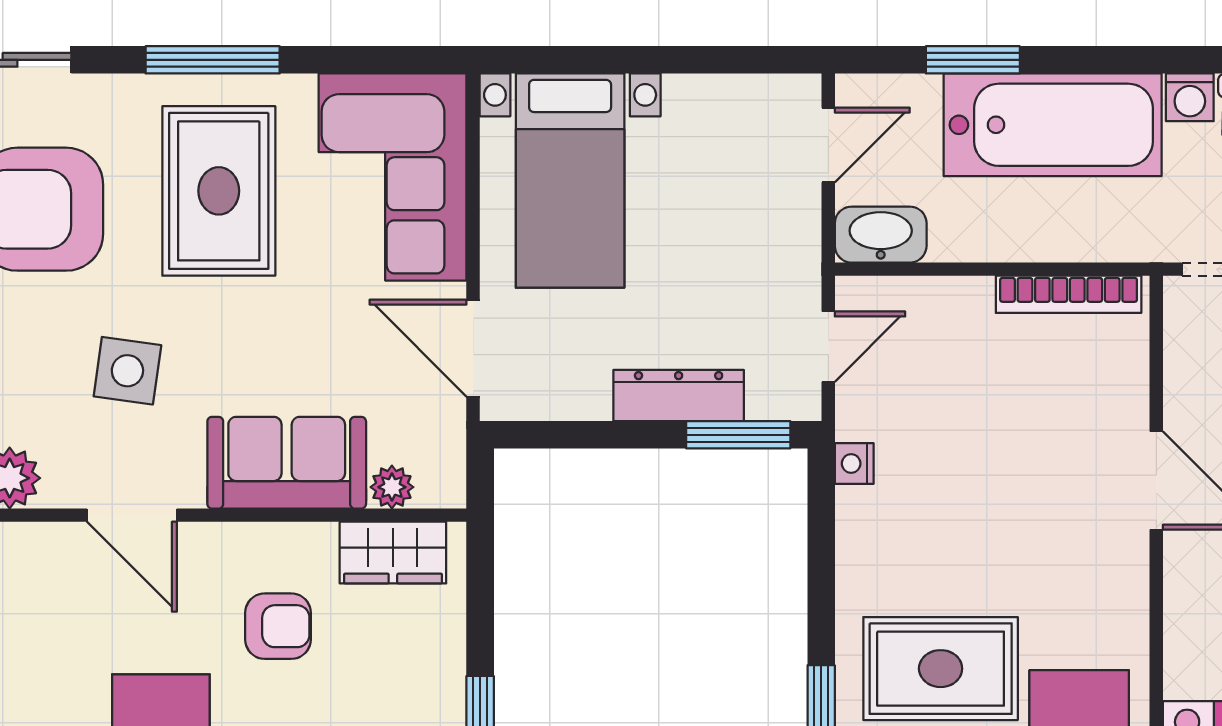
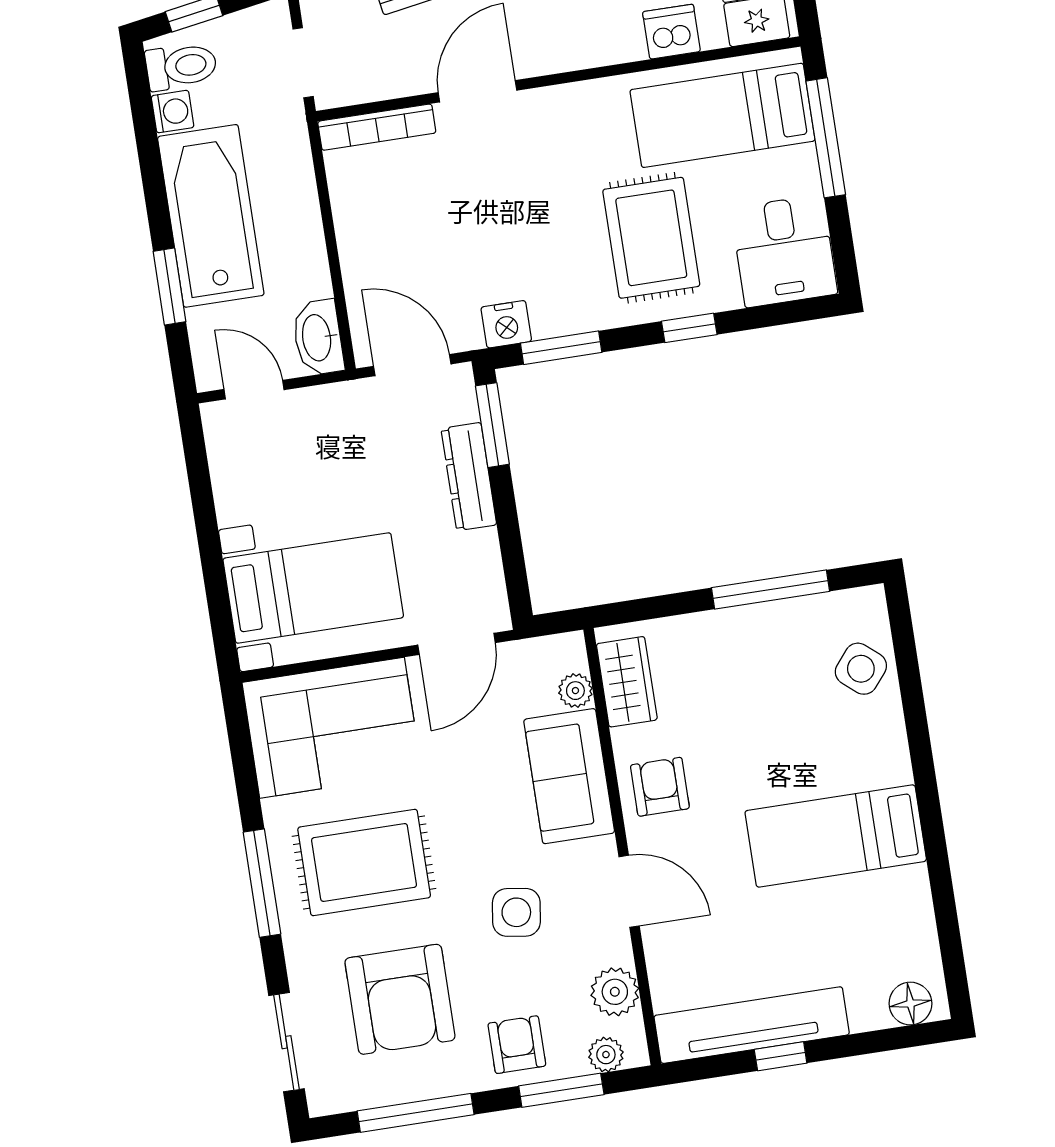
bookcase: (1069, 294) -> (377, 127), moved, turned 90
door: (828, 347) -> (412, 365), width x1.38
nightstand: (854, 463) -> (506, 324), width x1.39, depth x1.35
door: (132, 515) -> (629, 891), hinge flipped
window: (821, 535) -> (561, 348), added
armchair: (278, 626) -> (660, 787), moved

